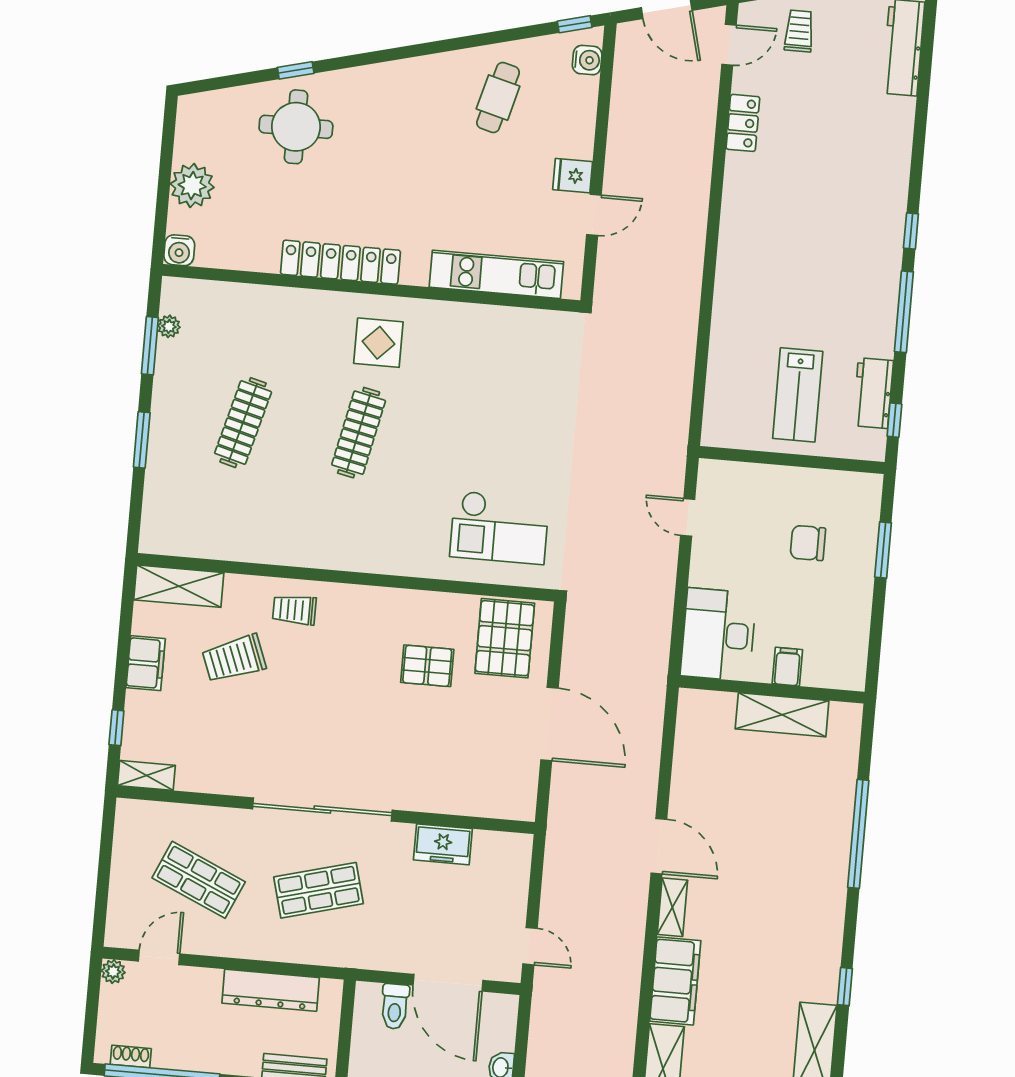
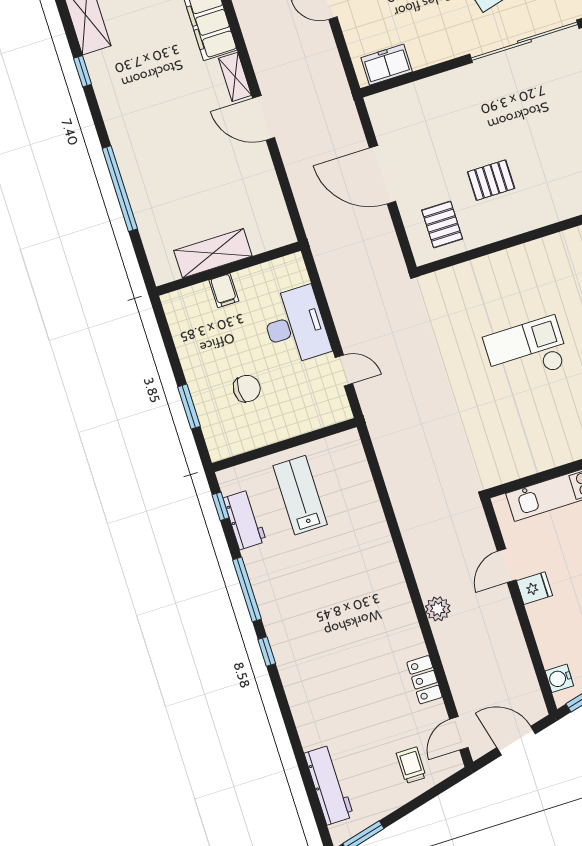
trolley: (799, 31) -> (411, 765), turned 180
plant: (694, 198) -> (438, 609), added
checkout: (499, 528) -> (526, 351), moved
desk: (718, 635) -> (295, 326), moved
pallet: (505, 638) -> (442, 224), width x0.67, depth x0.71
freezer: (443, 844) -> (387, 65), moved

